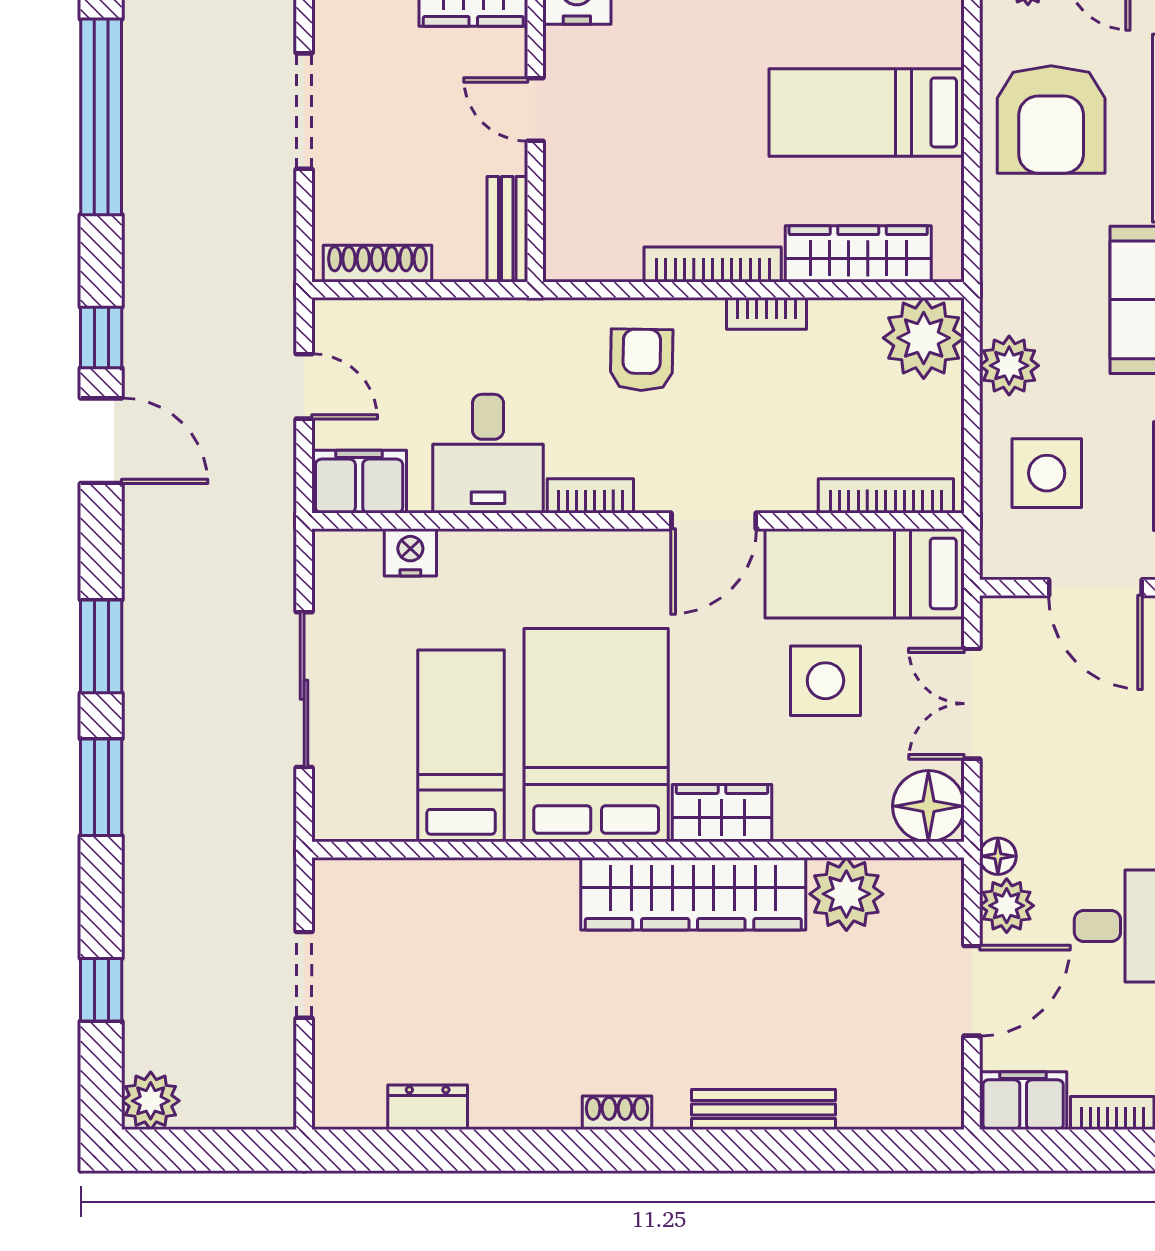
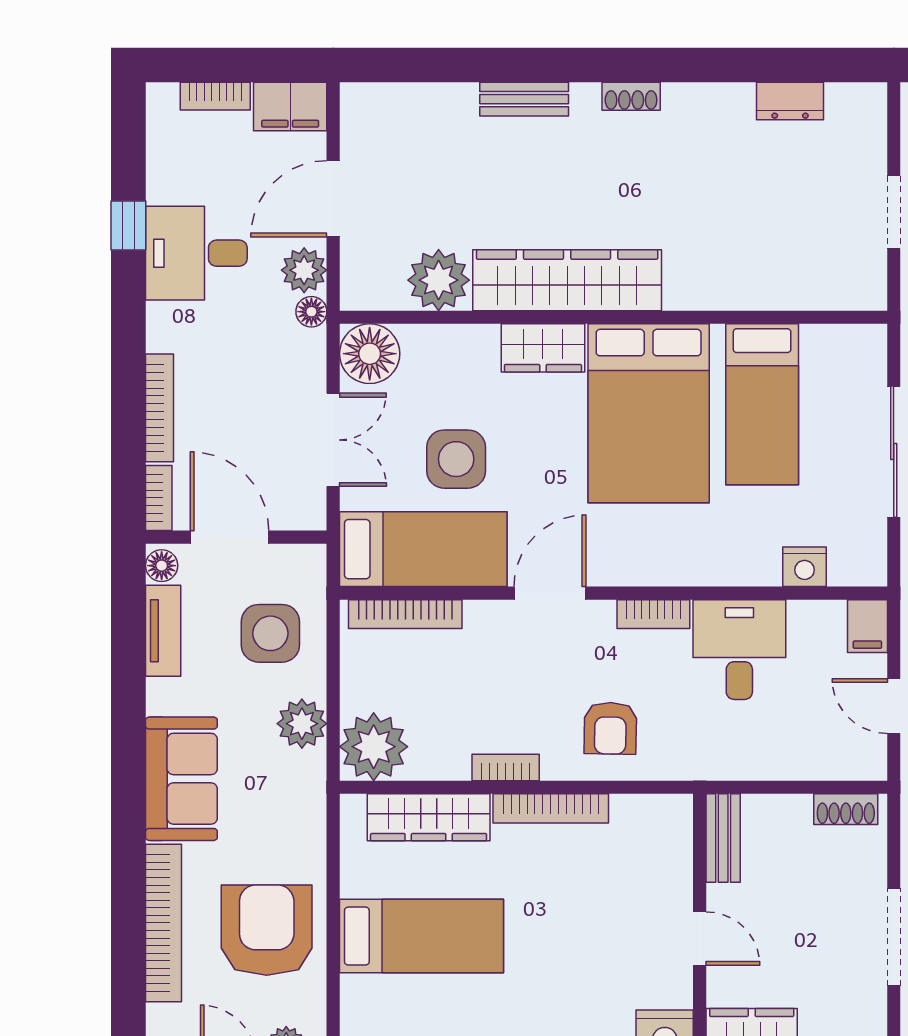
shoe rack: (377, 264) -> (846, 809), width x0.70
filing cabinet: (359, 482) -> (867, 626), width x0.50
bench: (764, 1109) -> (524, 99), width x0.73

